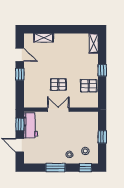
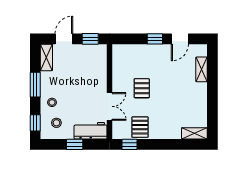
window: (102, 70) -> (130, 144), moved
double door: (58, 110) -> (109, 106), moved
workbench: (30, 125) -> (91, 131), moved, turned 180
shelving: (34, 159) -> (46, 57), added

